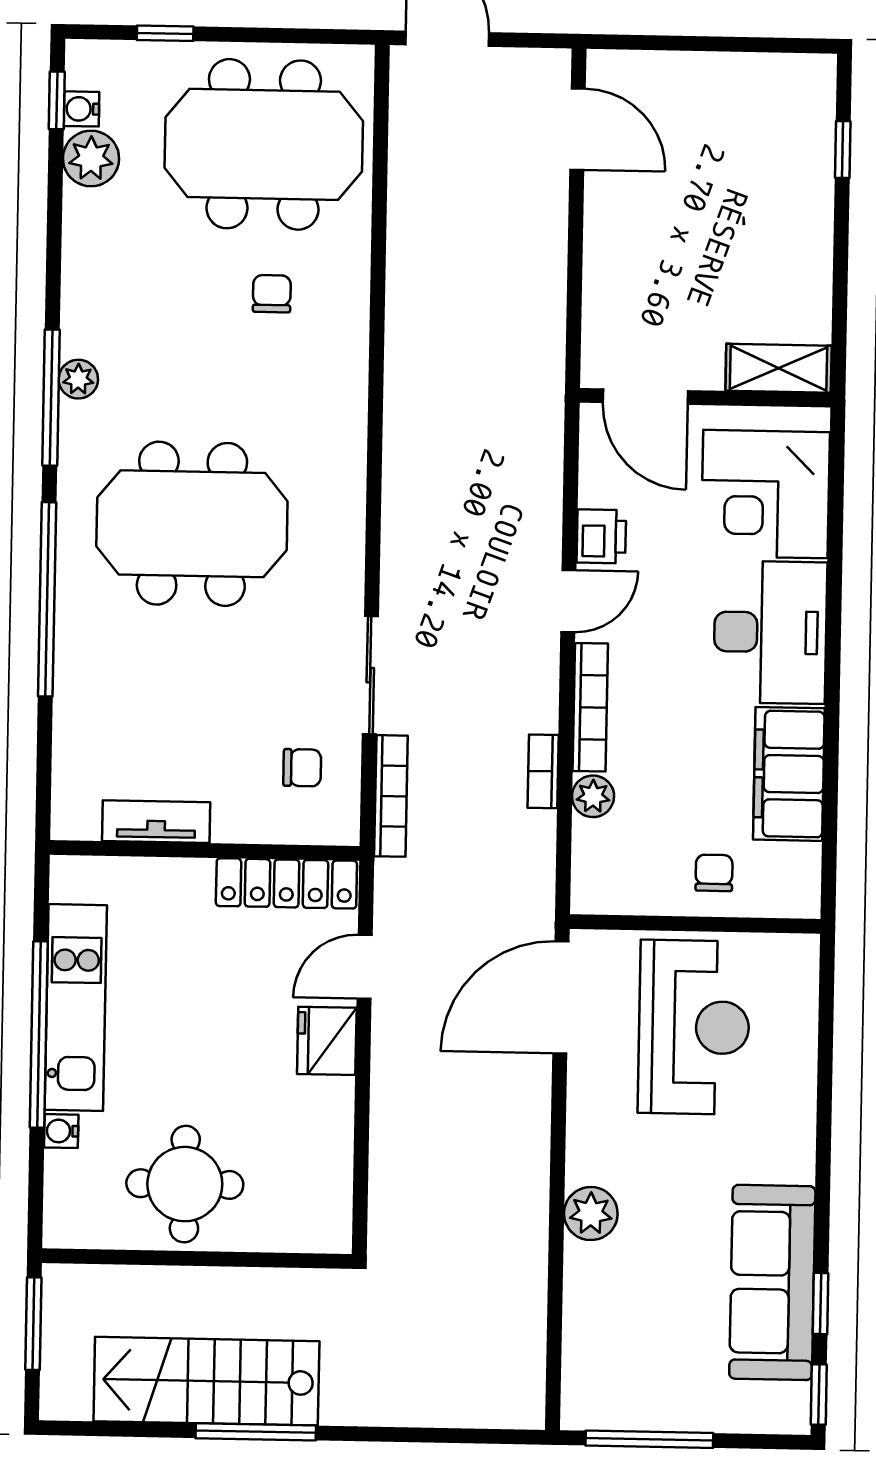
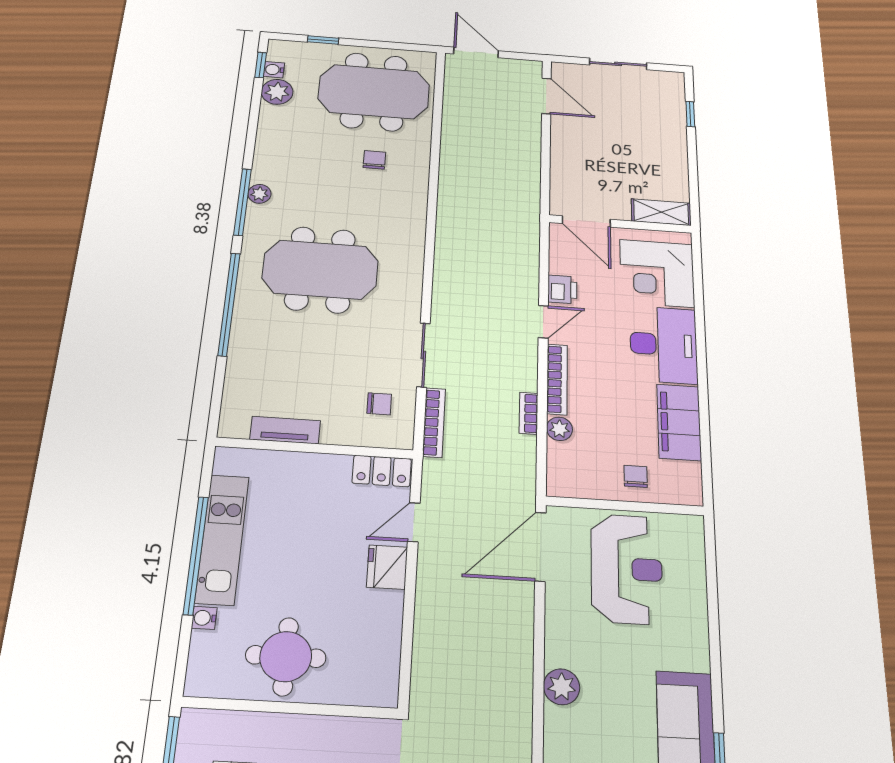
sliding door: (713, 44) -> (618, 64), added
locker: (286, 883) -> (382, 471), width x0.66

